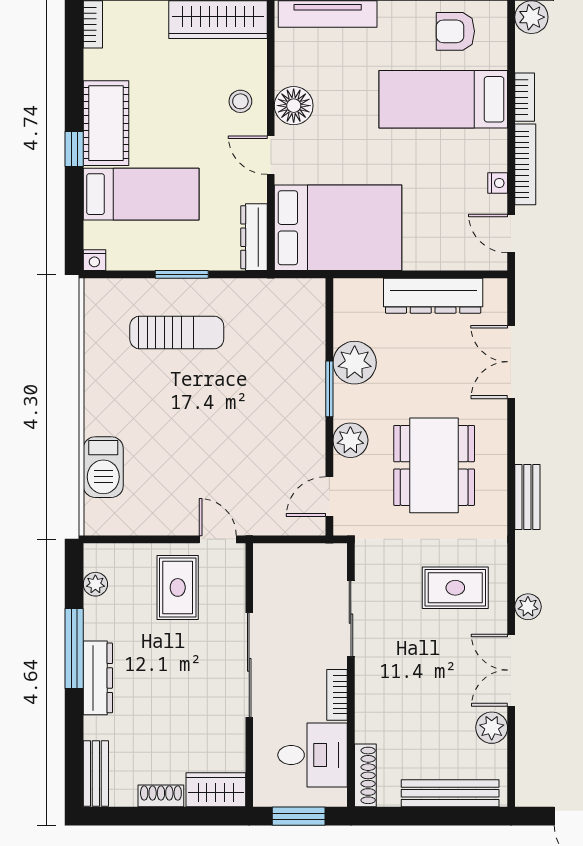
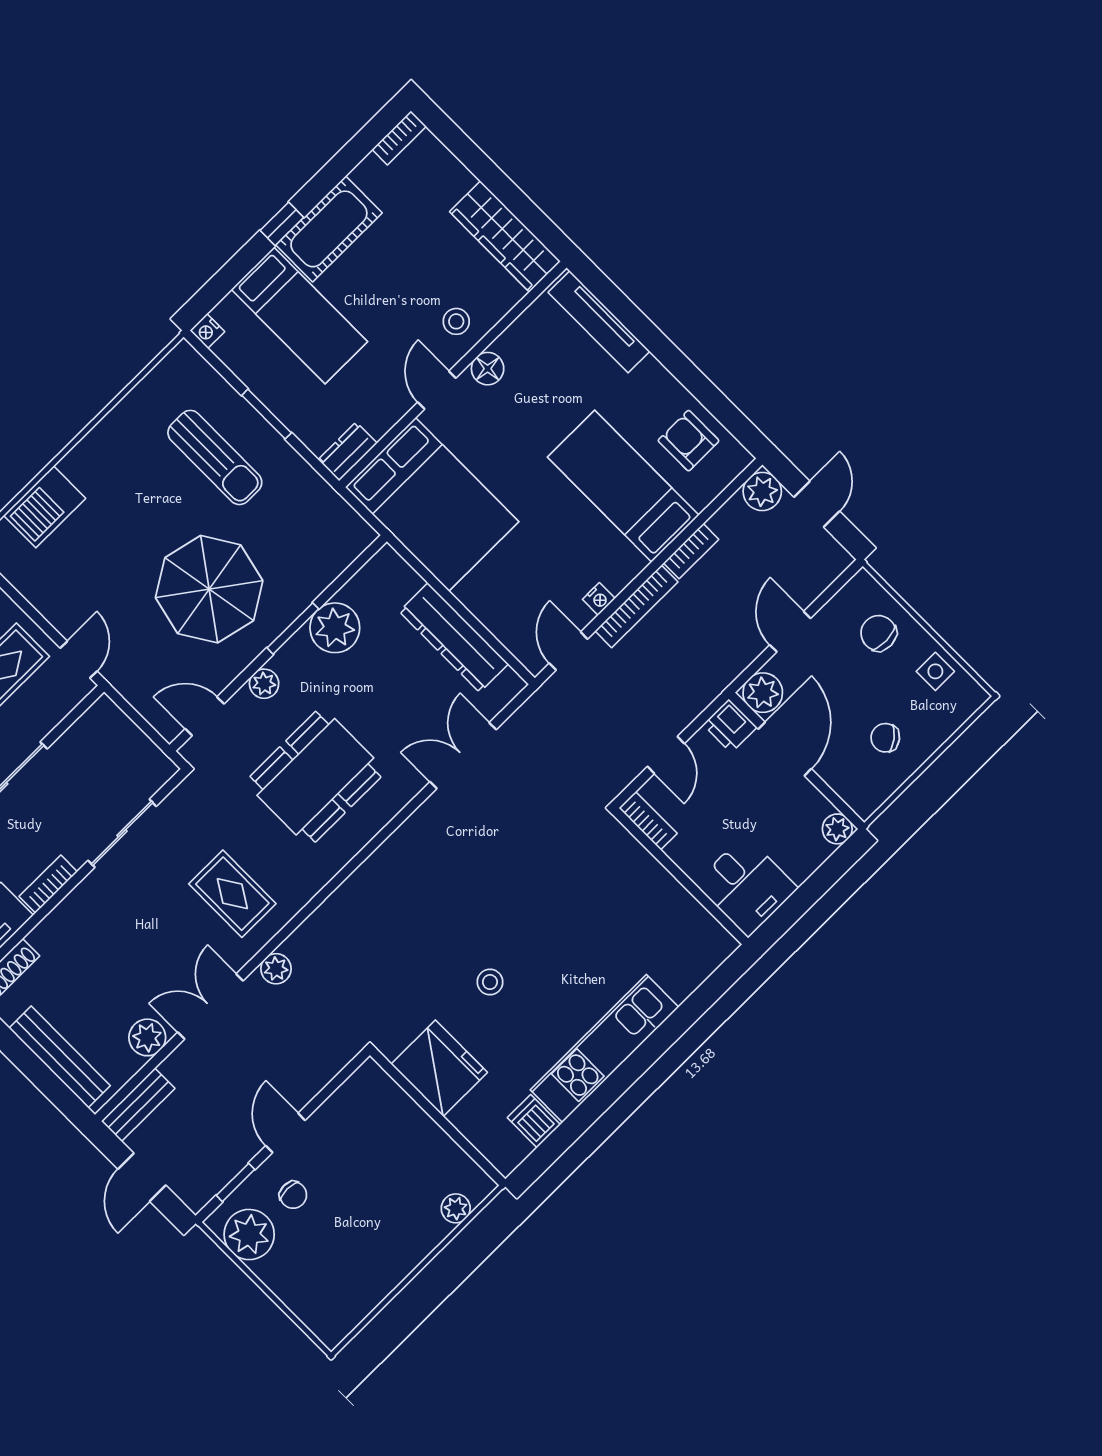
floor lamp: (294, 106) -> (488, 369), width x0.73, depth x0.73
dresser: (254, 237) -> (348, 451), width x0.70
parasol: (254, 416) -> (209, 589), added
plant: (350, 440) -> (264, 684), width x0.73, depth x0.73
bench: (527, 497) -> (138, 1105), moved

